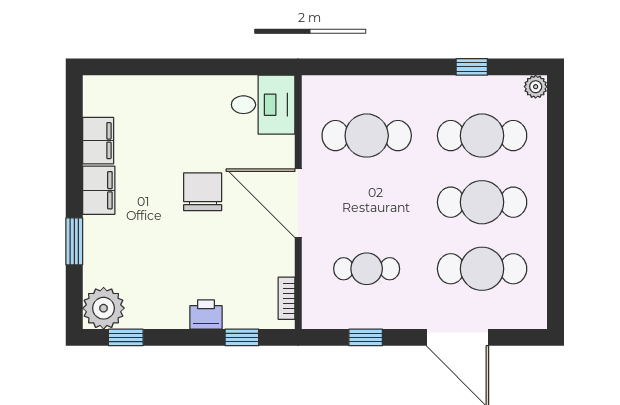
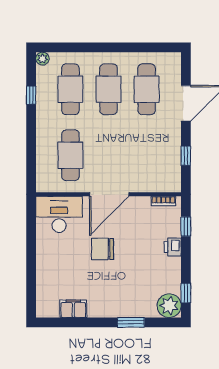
desk: (263, 105) -> (59, 214), width x1.37
filing cabinet: (99, 190) -> (102, 308), removed
cafe table: (367, 269) -> (147, 155), removed

